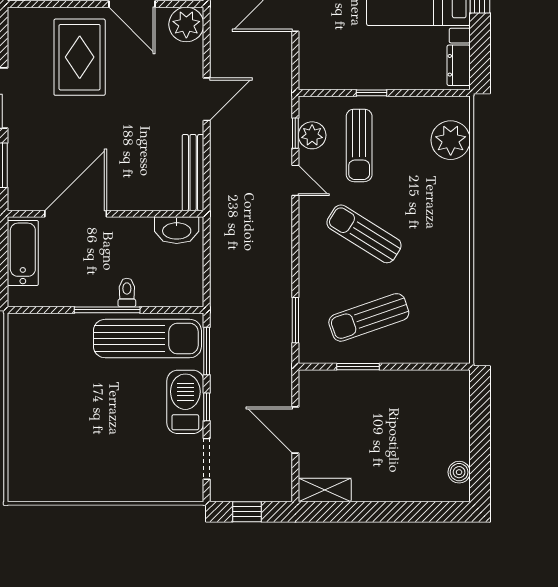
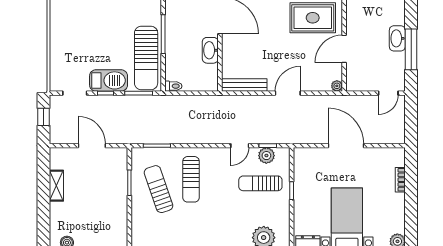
plant: (186, 24) -> (337, 86), width x0.53, depth x0.53
door: (207, 99) -> (288, 93), swing flipped
washbasin: (177, 230) -> (210, 50), moved
sun lounger: (364, 234) -> (191, 179), moved, turned 148
toilet: (127, 293) -> (173, 86), moved
door: (295, 430) -> (92, 146), hinge flipped
shelving: (325, 490) -> (56, 186), moved

